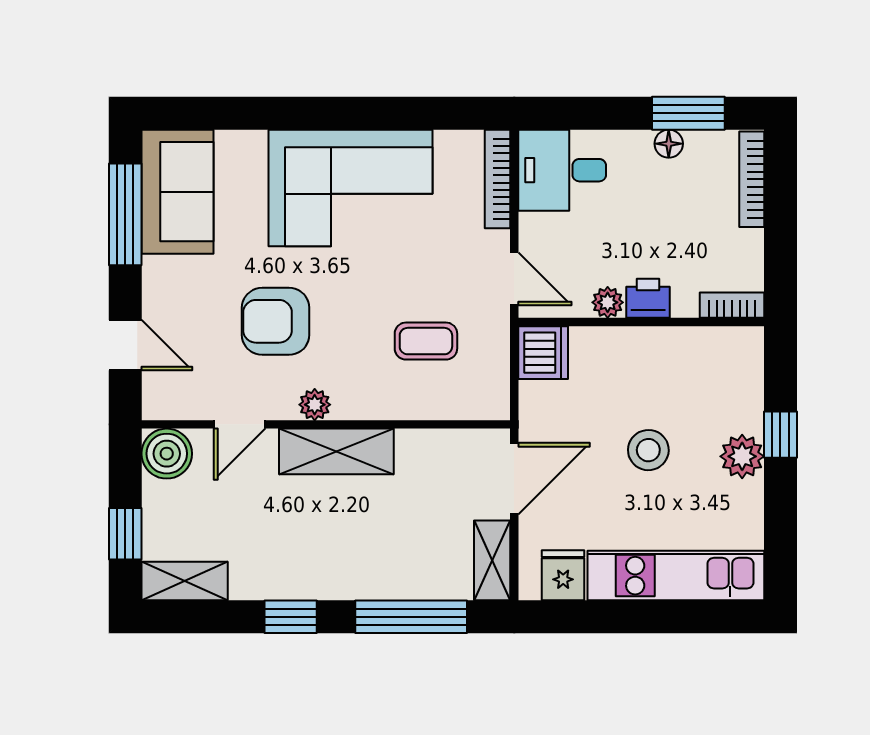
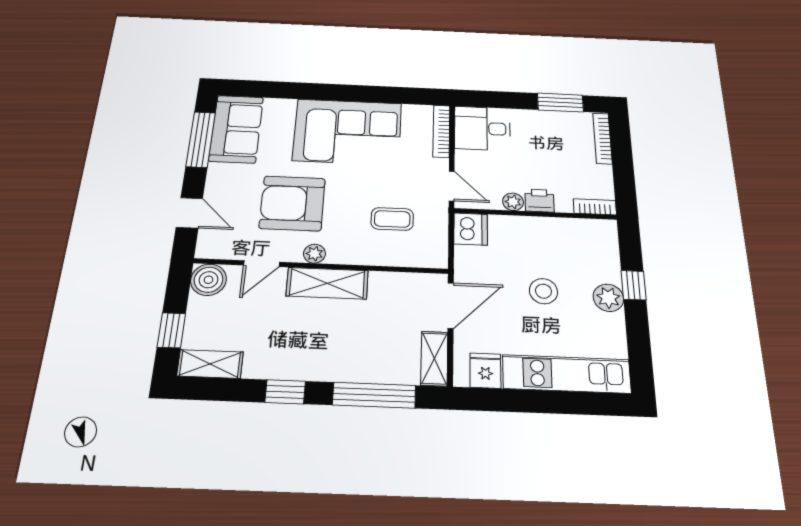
floor lamp: (669, 144) -> (549, 118), removed
armchair: (276, 321) -> (292, 203), width x1.36, depth x1.36

